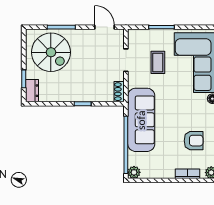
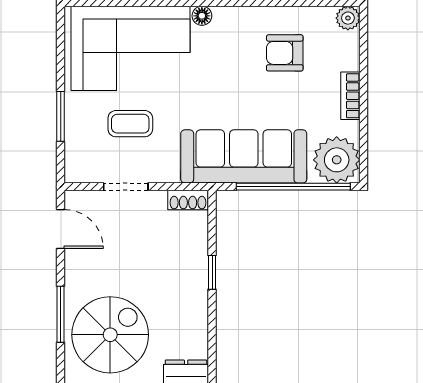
door: (104, 27) -> (61, 229), swing flipped
armchair: (194, 141) -> (285, 53), turned -90
plant: (134, 172) -> (337, 160), width x1.88, depth x1.88
bookcase: (187, 174) -> (350, 96), moved

